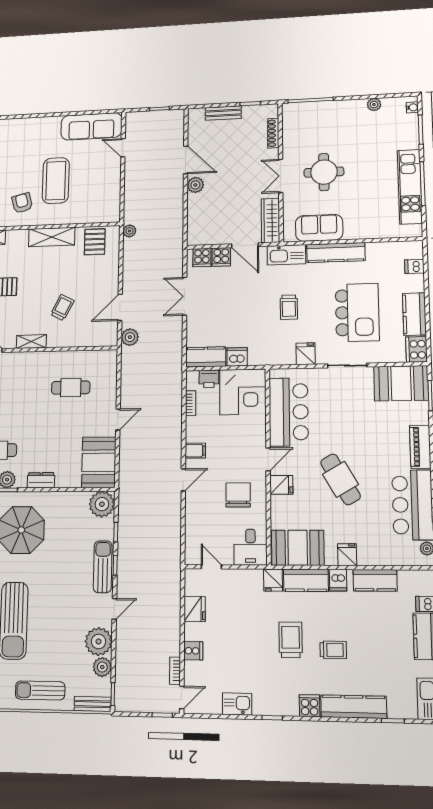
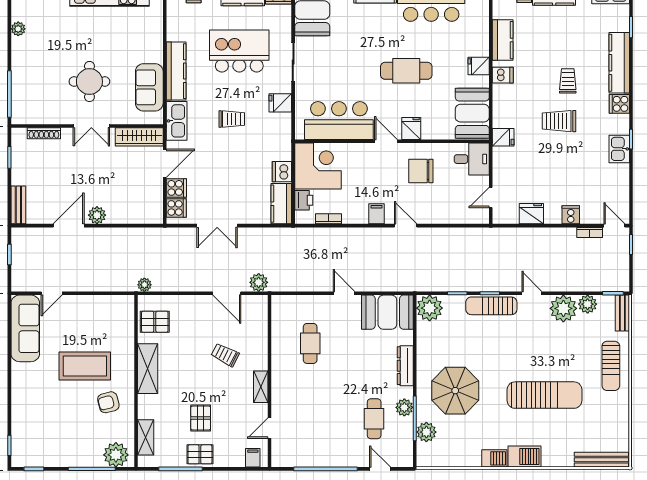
bench: (223, 113) -> (18, 205), moved
cafe table: (340, 479) -> (406, 71), turned 30
dresser: (41, 480) -> (405, 366), width x1.44
kitchen counter: (306, 580) -> (503, 106), removed
kitchen sink: (237, 704) -> (619, 149), moved

